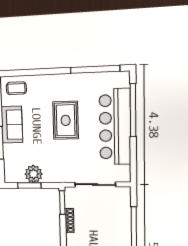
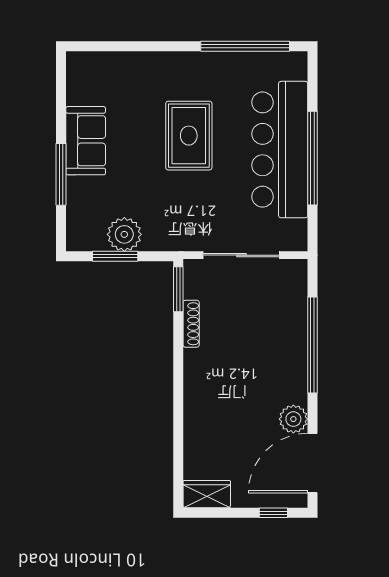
coffee table: (16, 88) -> (97, 74), removed
window: (133, 110) -> (312, 158), moved

